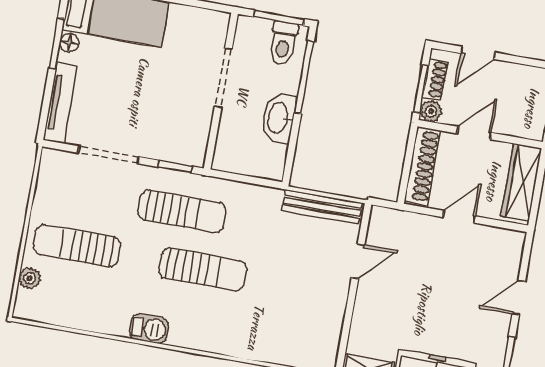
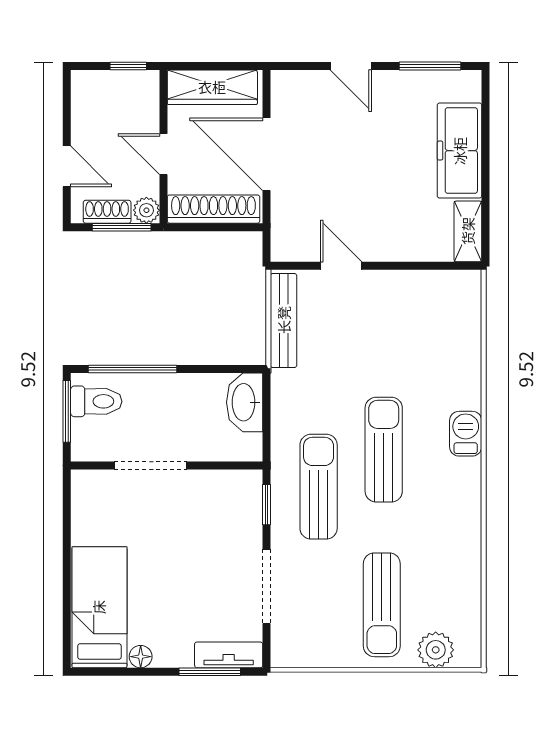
window: (57, 44) -> (210, 672), moved
tv unit: (60, 103) -> (229, 655), width x0.71
washbasin: (279, 118) -> (245, 402), moved, turned 90
door: (459, 217) -> (266, 154), width x1.87
plant: (30, 278) -> (436, 650), width x1.38, depth x1.38
barbecue: (149, 329) -> (466, 434), moved

